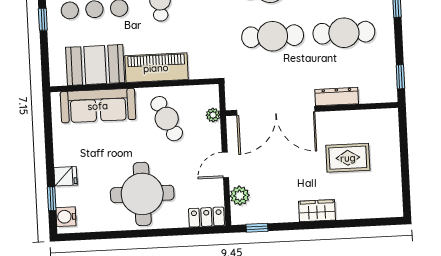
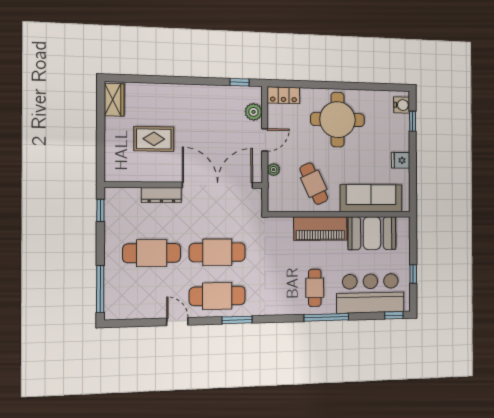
plant: (213, 115) -> (274, 170), moved
fridge: (65, 176) -> (401, 160), moved
wardrobe: (317, 211) -> (114, 100), moved, turned -90

